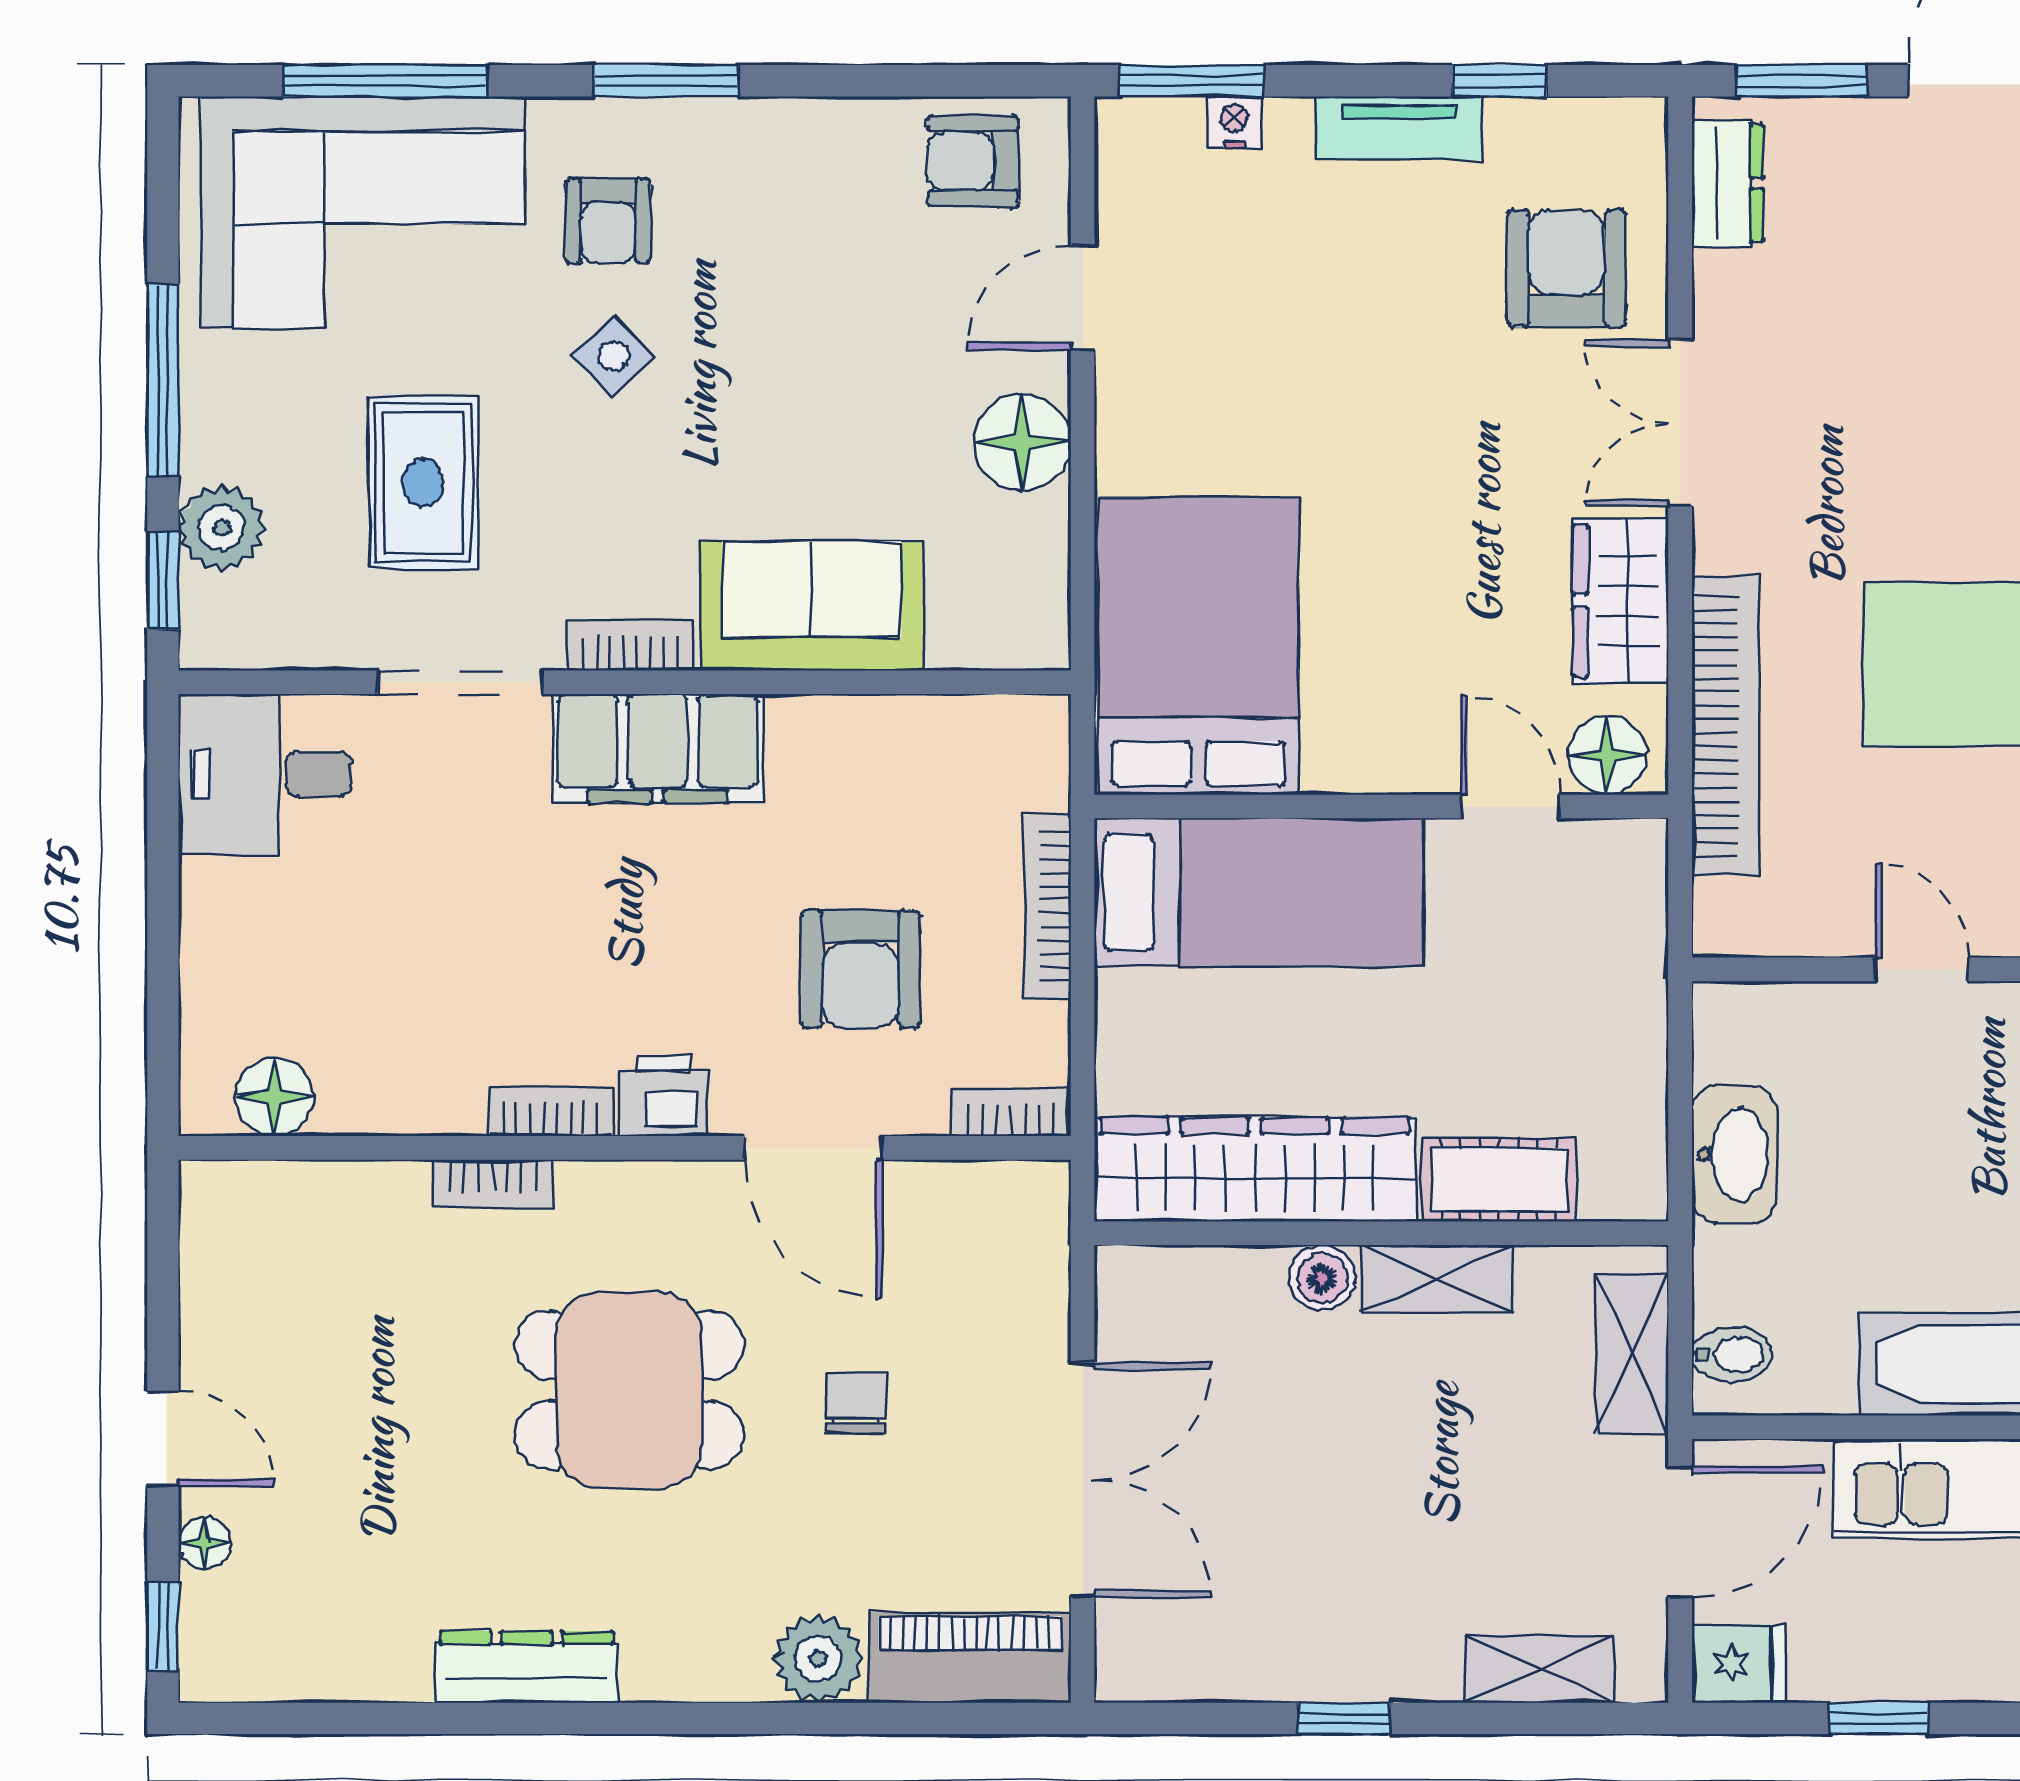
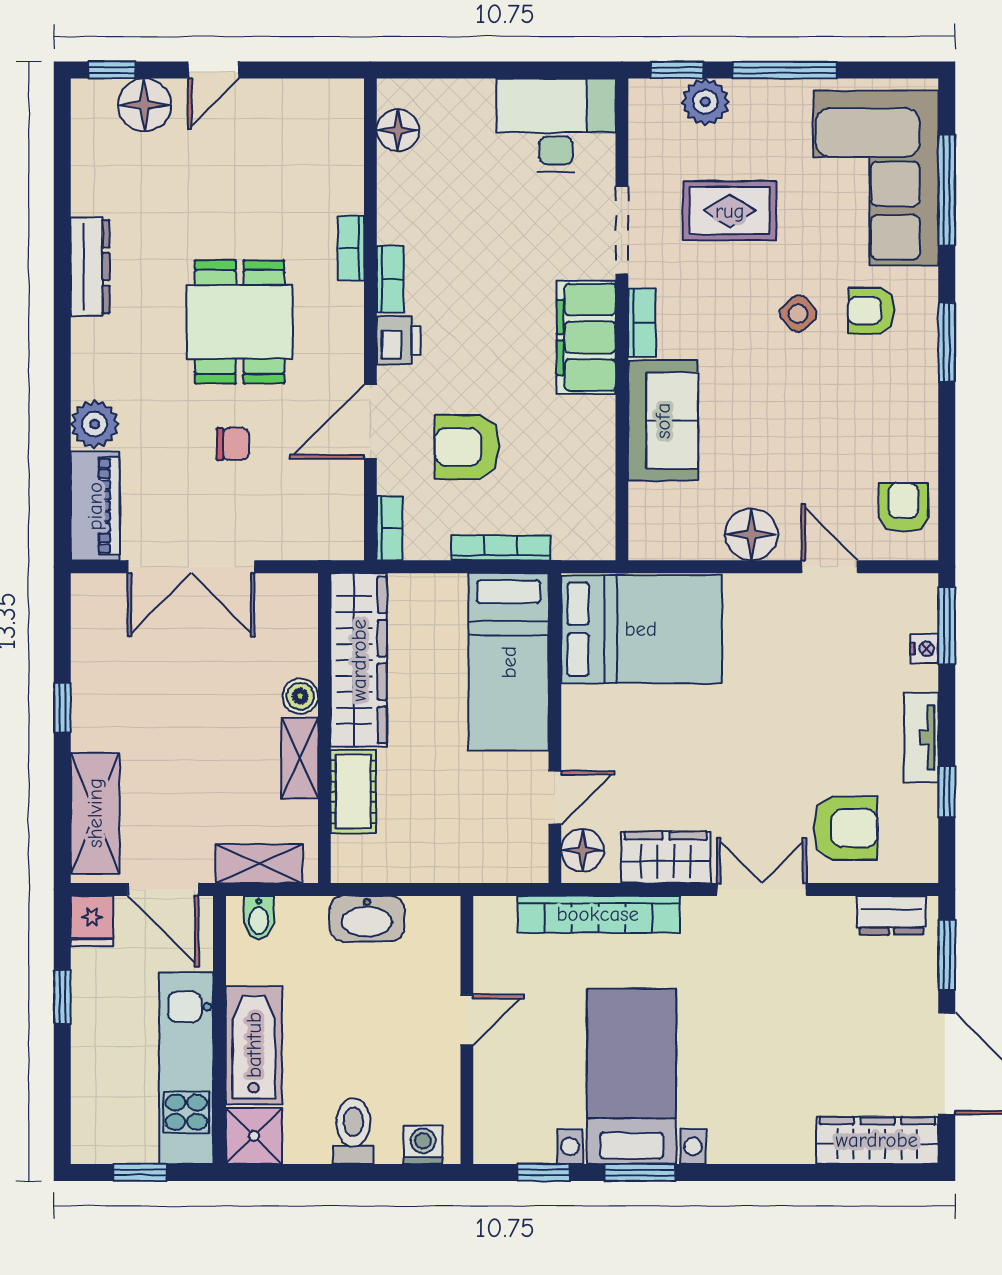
desk: (265, 774) -> (556, 125), width x1.37
floor lamp: (205, 1543) -> (144, 105), width x1.89, depth x1.89
shelving: (1539, 1669) -> (95, 813), width x1.50, depth x1.33

